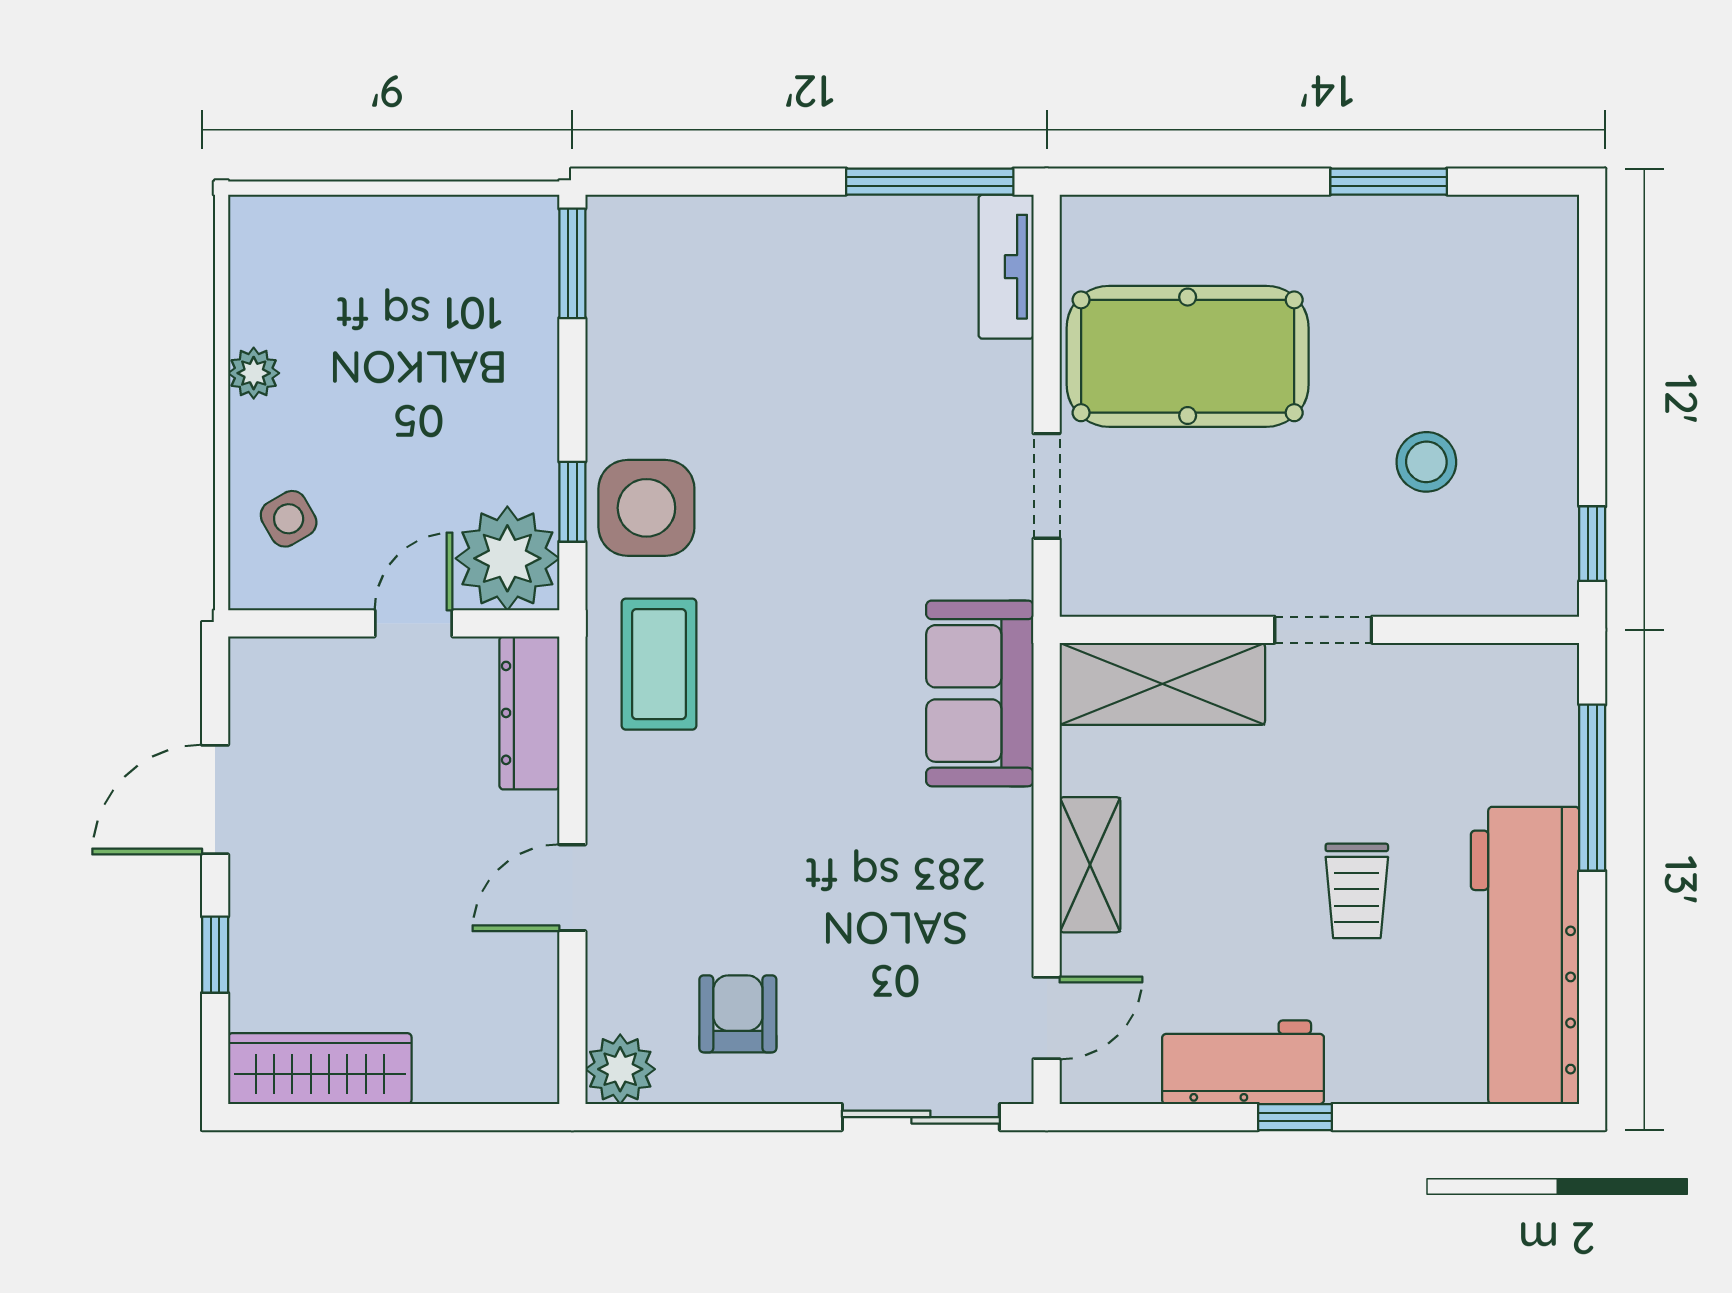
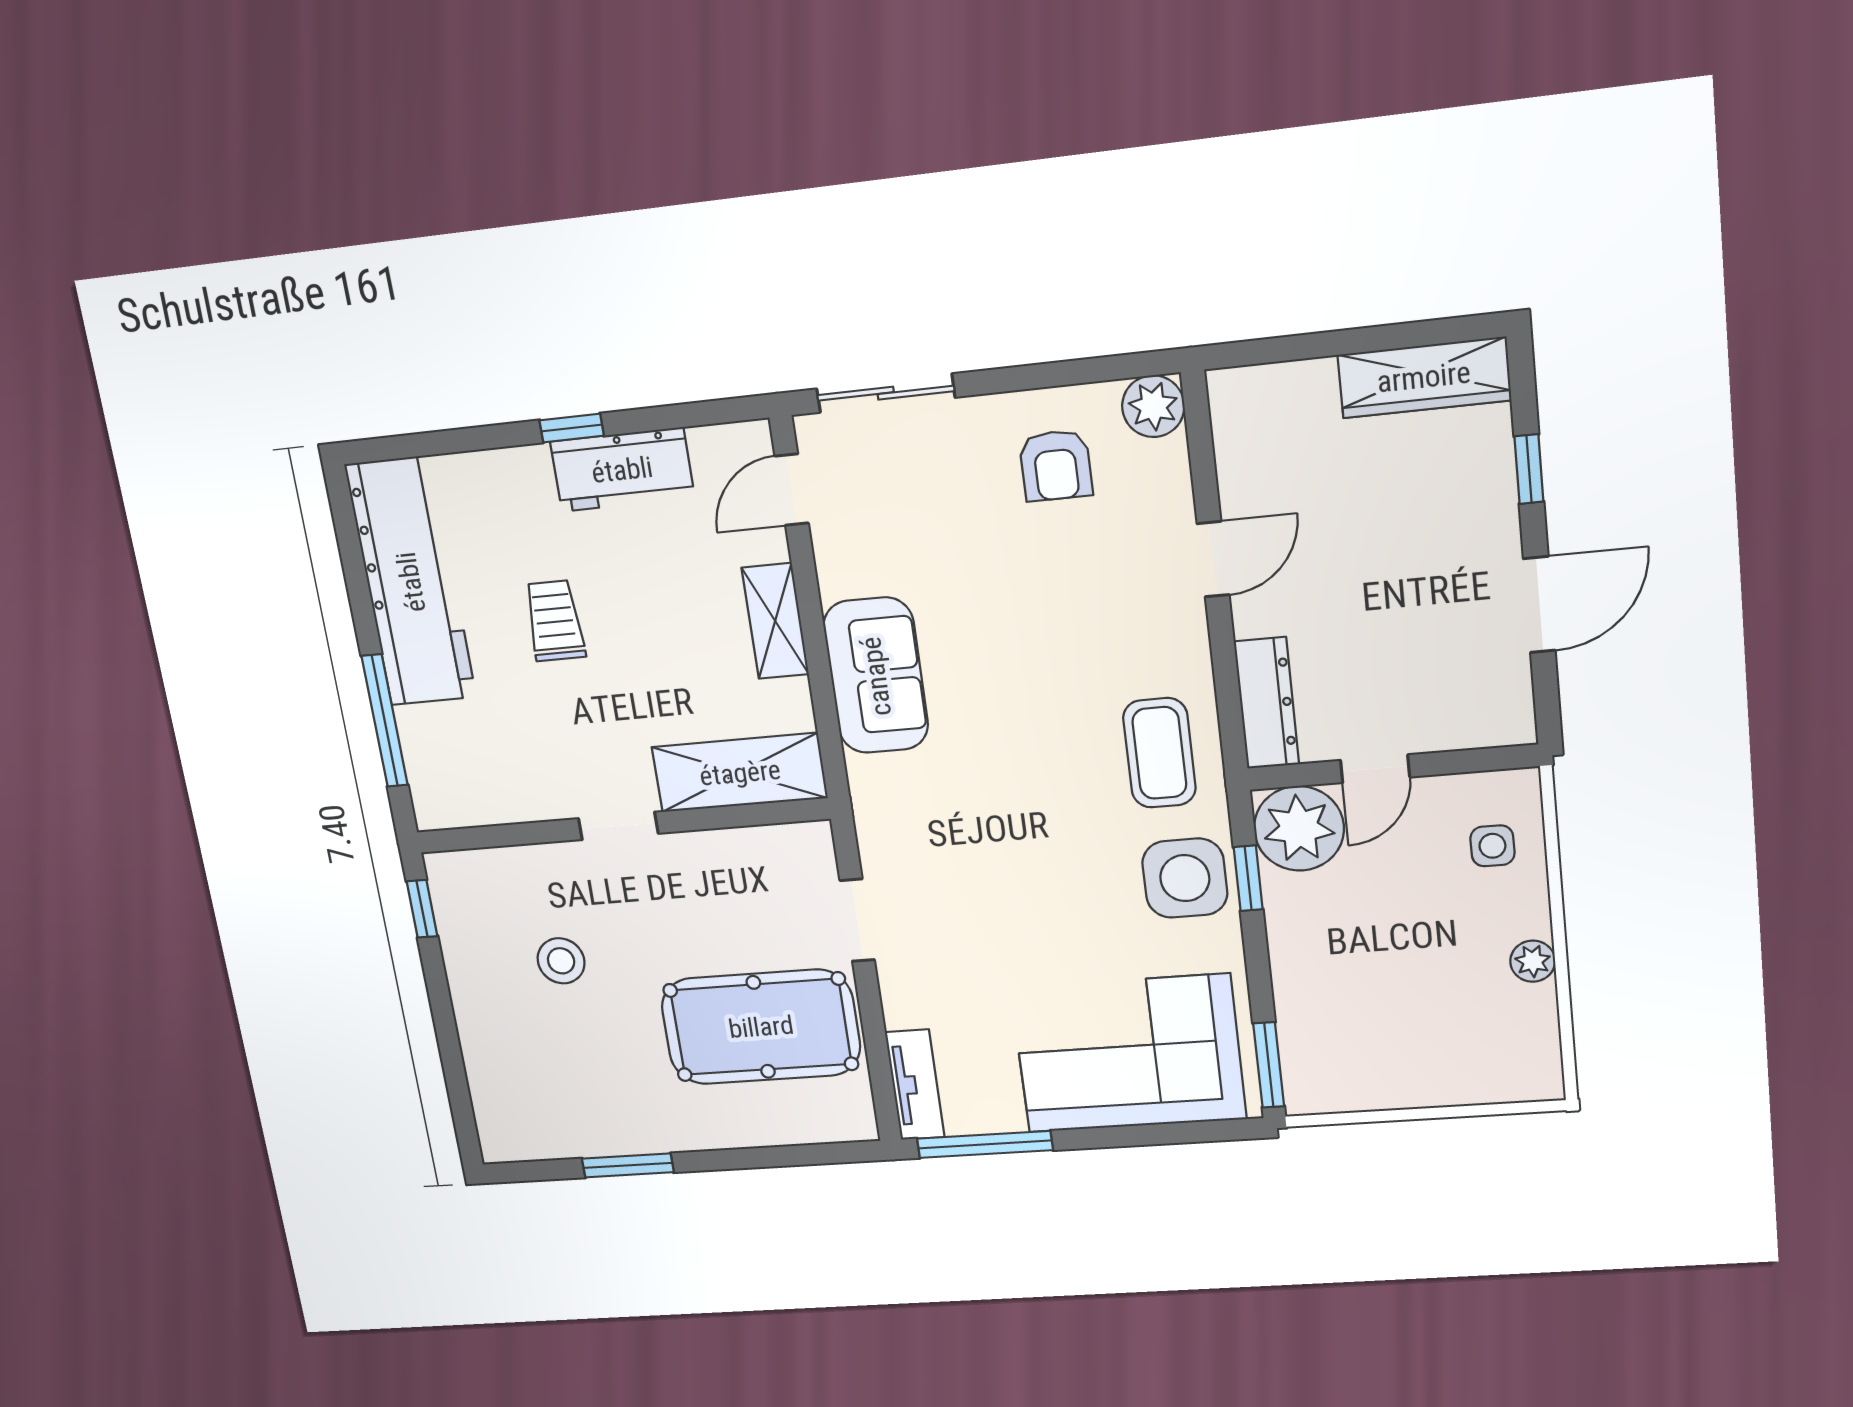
corner sofa: (739, 290) -> (1129, 1054), added
side table: (289, 519) -> (1492, 846), turned 30
sofa: (980, 693) -> (876, 676), moved

